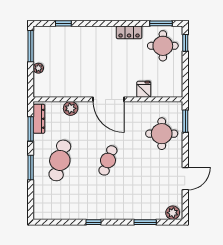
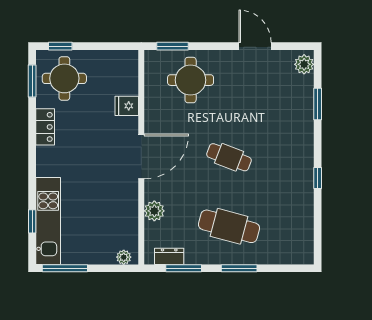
kitchen unit: (64, 35) -> (48, 221), added
plant: (38, 68) -> (124, 257), moved
dresser: (39, 119) -> (169, 256), width x0.70

